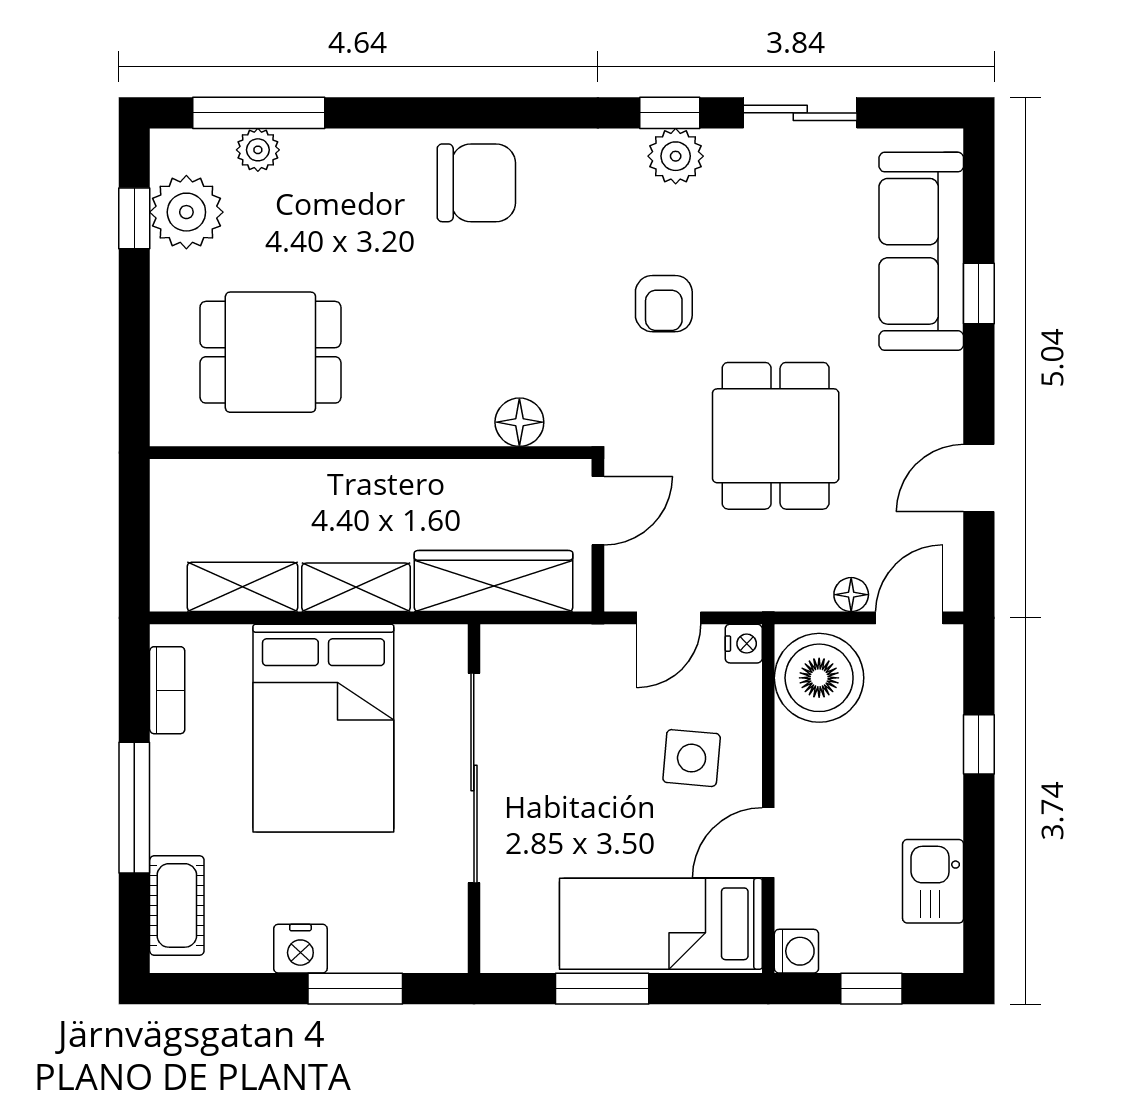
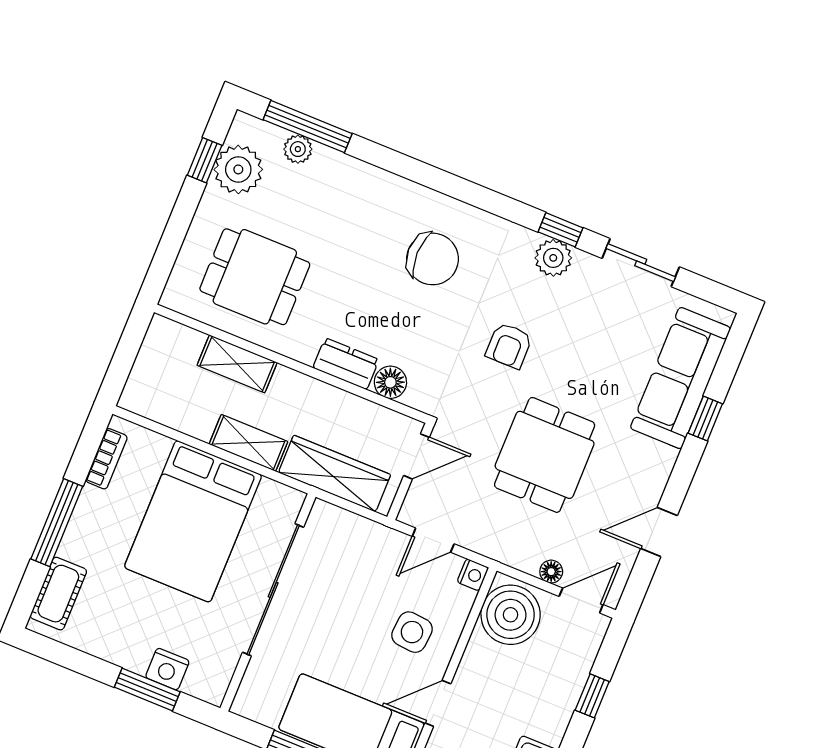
chair: (476, 183) -> (433, 259), moved
dresser: (447, 422) -> (346, 364), added
shelving: (243, 587) -> (237, 364), moved
nightstand: (300, 949) -> (167, 669), moved

